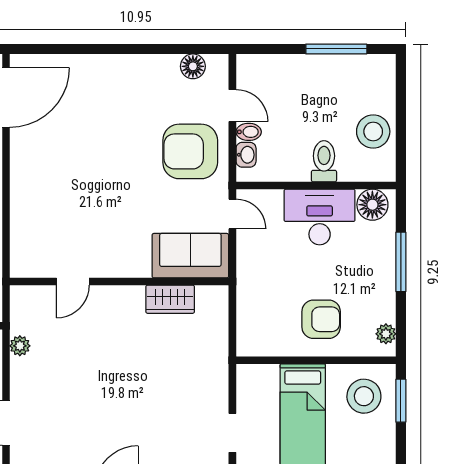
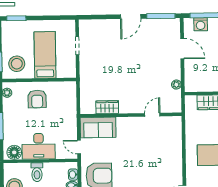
armchair: (321, 319) -> (37, 99), turned -90

